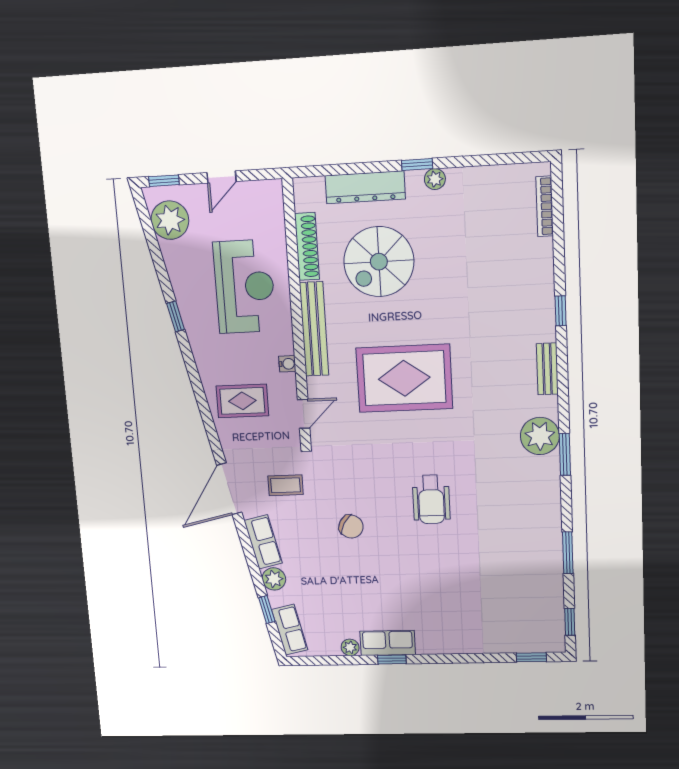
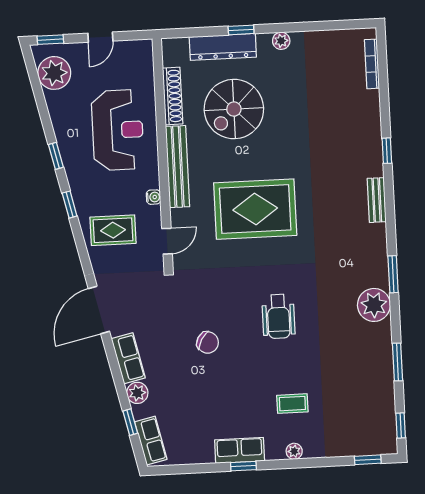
window: (417, 164) -> (241, 30), moved
window: (193, 372) -> (70, 205), added
plant: (540, 436) -> (374, 305), moved
coffee table: (285, 485) -> (292, 404), moved
plant: (350, 647) -> (294, 451), moved

